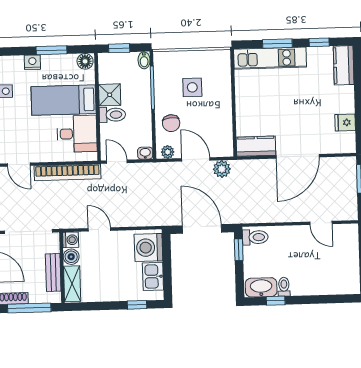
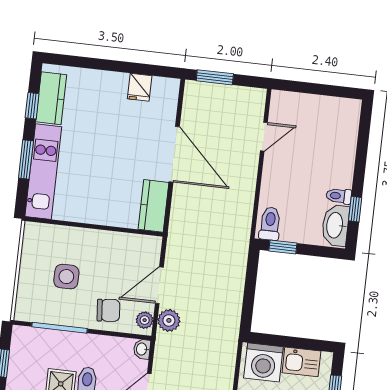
bidet: (144, 60) -> (23, 333), removed
kitchen counter: (344, 65) -> (51, 98), moved, turned -90
plant: (222, 169) -> (169, 320), moved
door: (202, 229) -> (250, 290), removed

